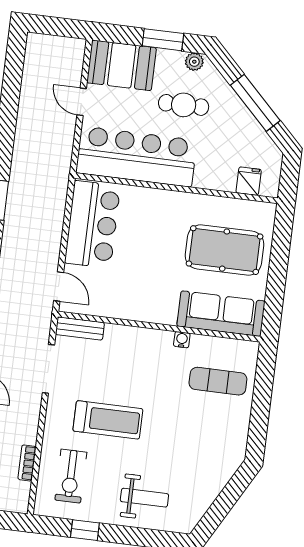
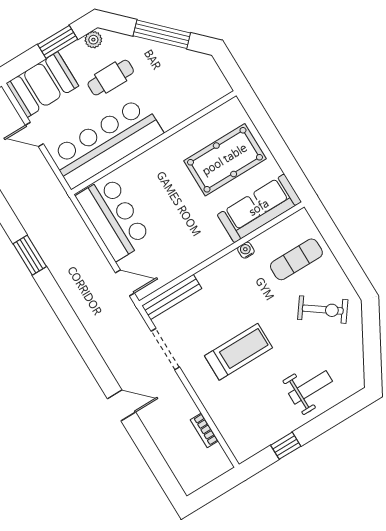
fridge: (249, 181) -> (203, 95), removed
bench: (80, 329) -> (172, 297), width x1.36
exercise bike: (71, 476) -> (323, 310), moved, turned -54

